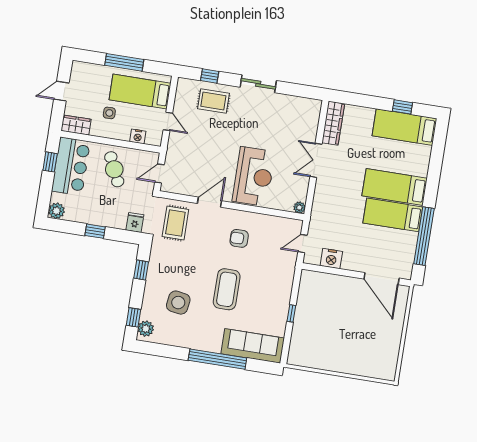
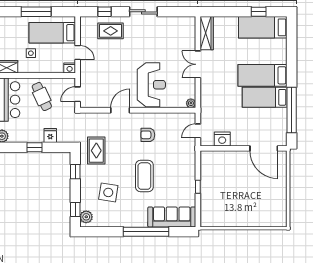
nightstand: (138, 136) -> (70, 68), moved
fridge: (135, 222) -> (50, 135), moved
rug: (175, 223) -> (96, 151), moved

